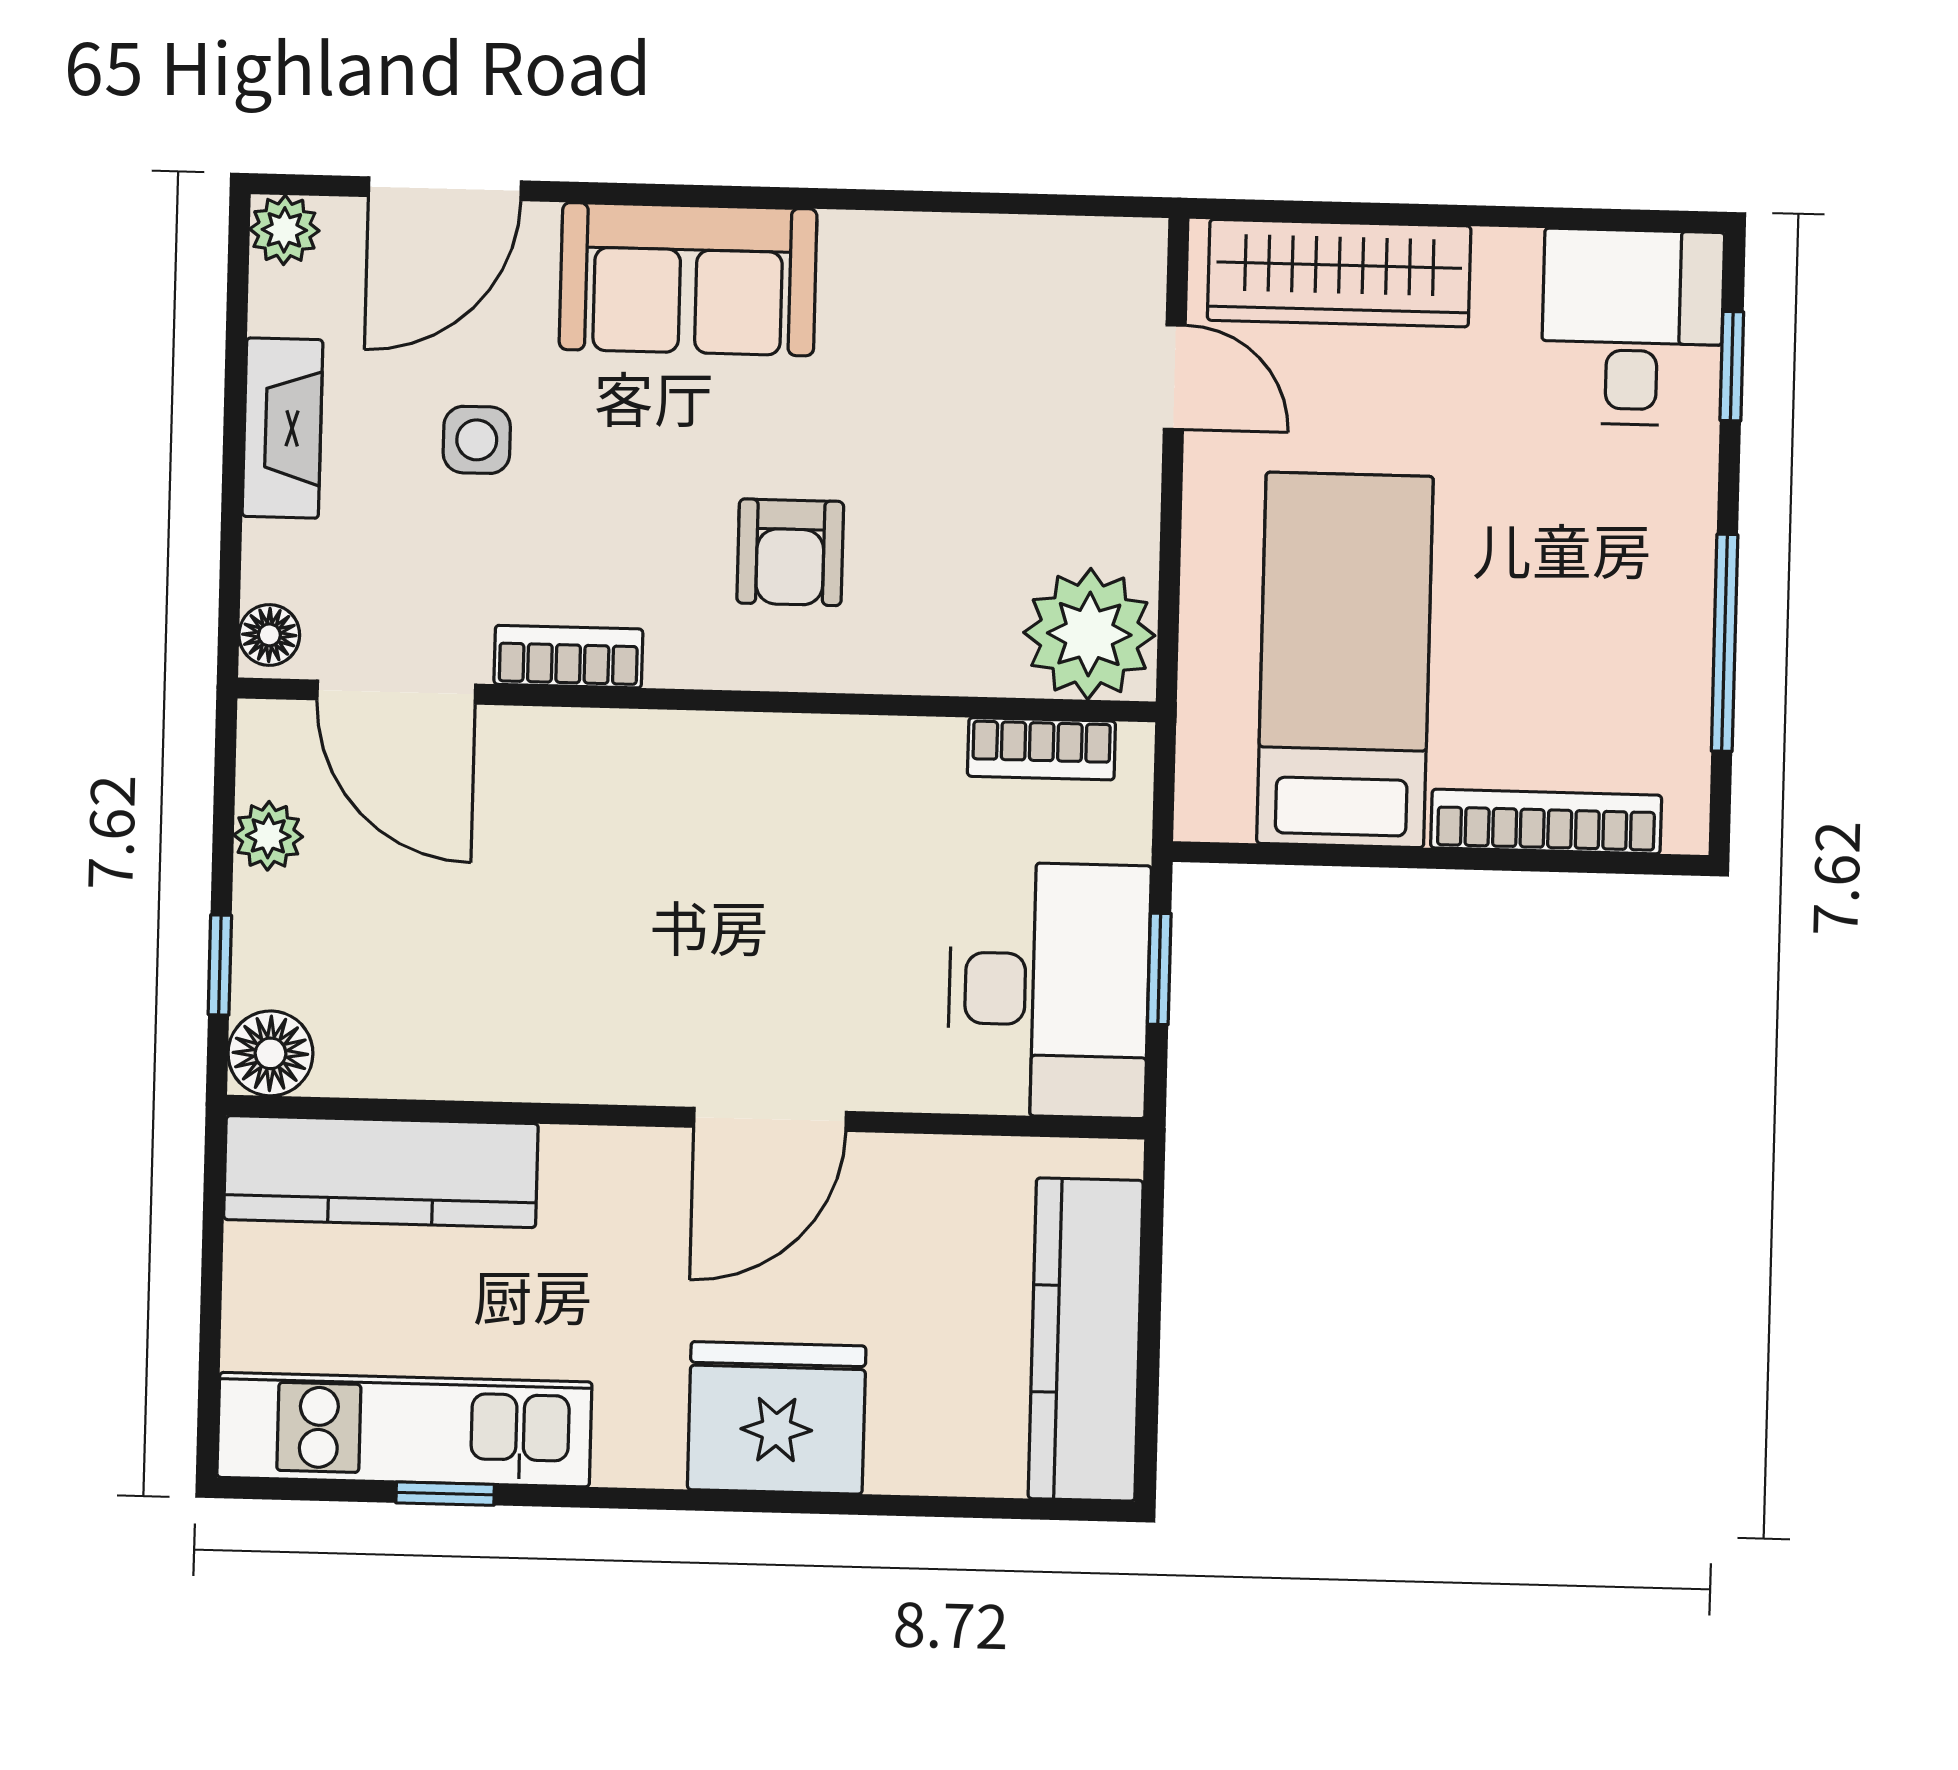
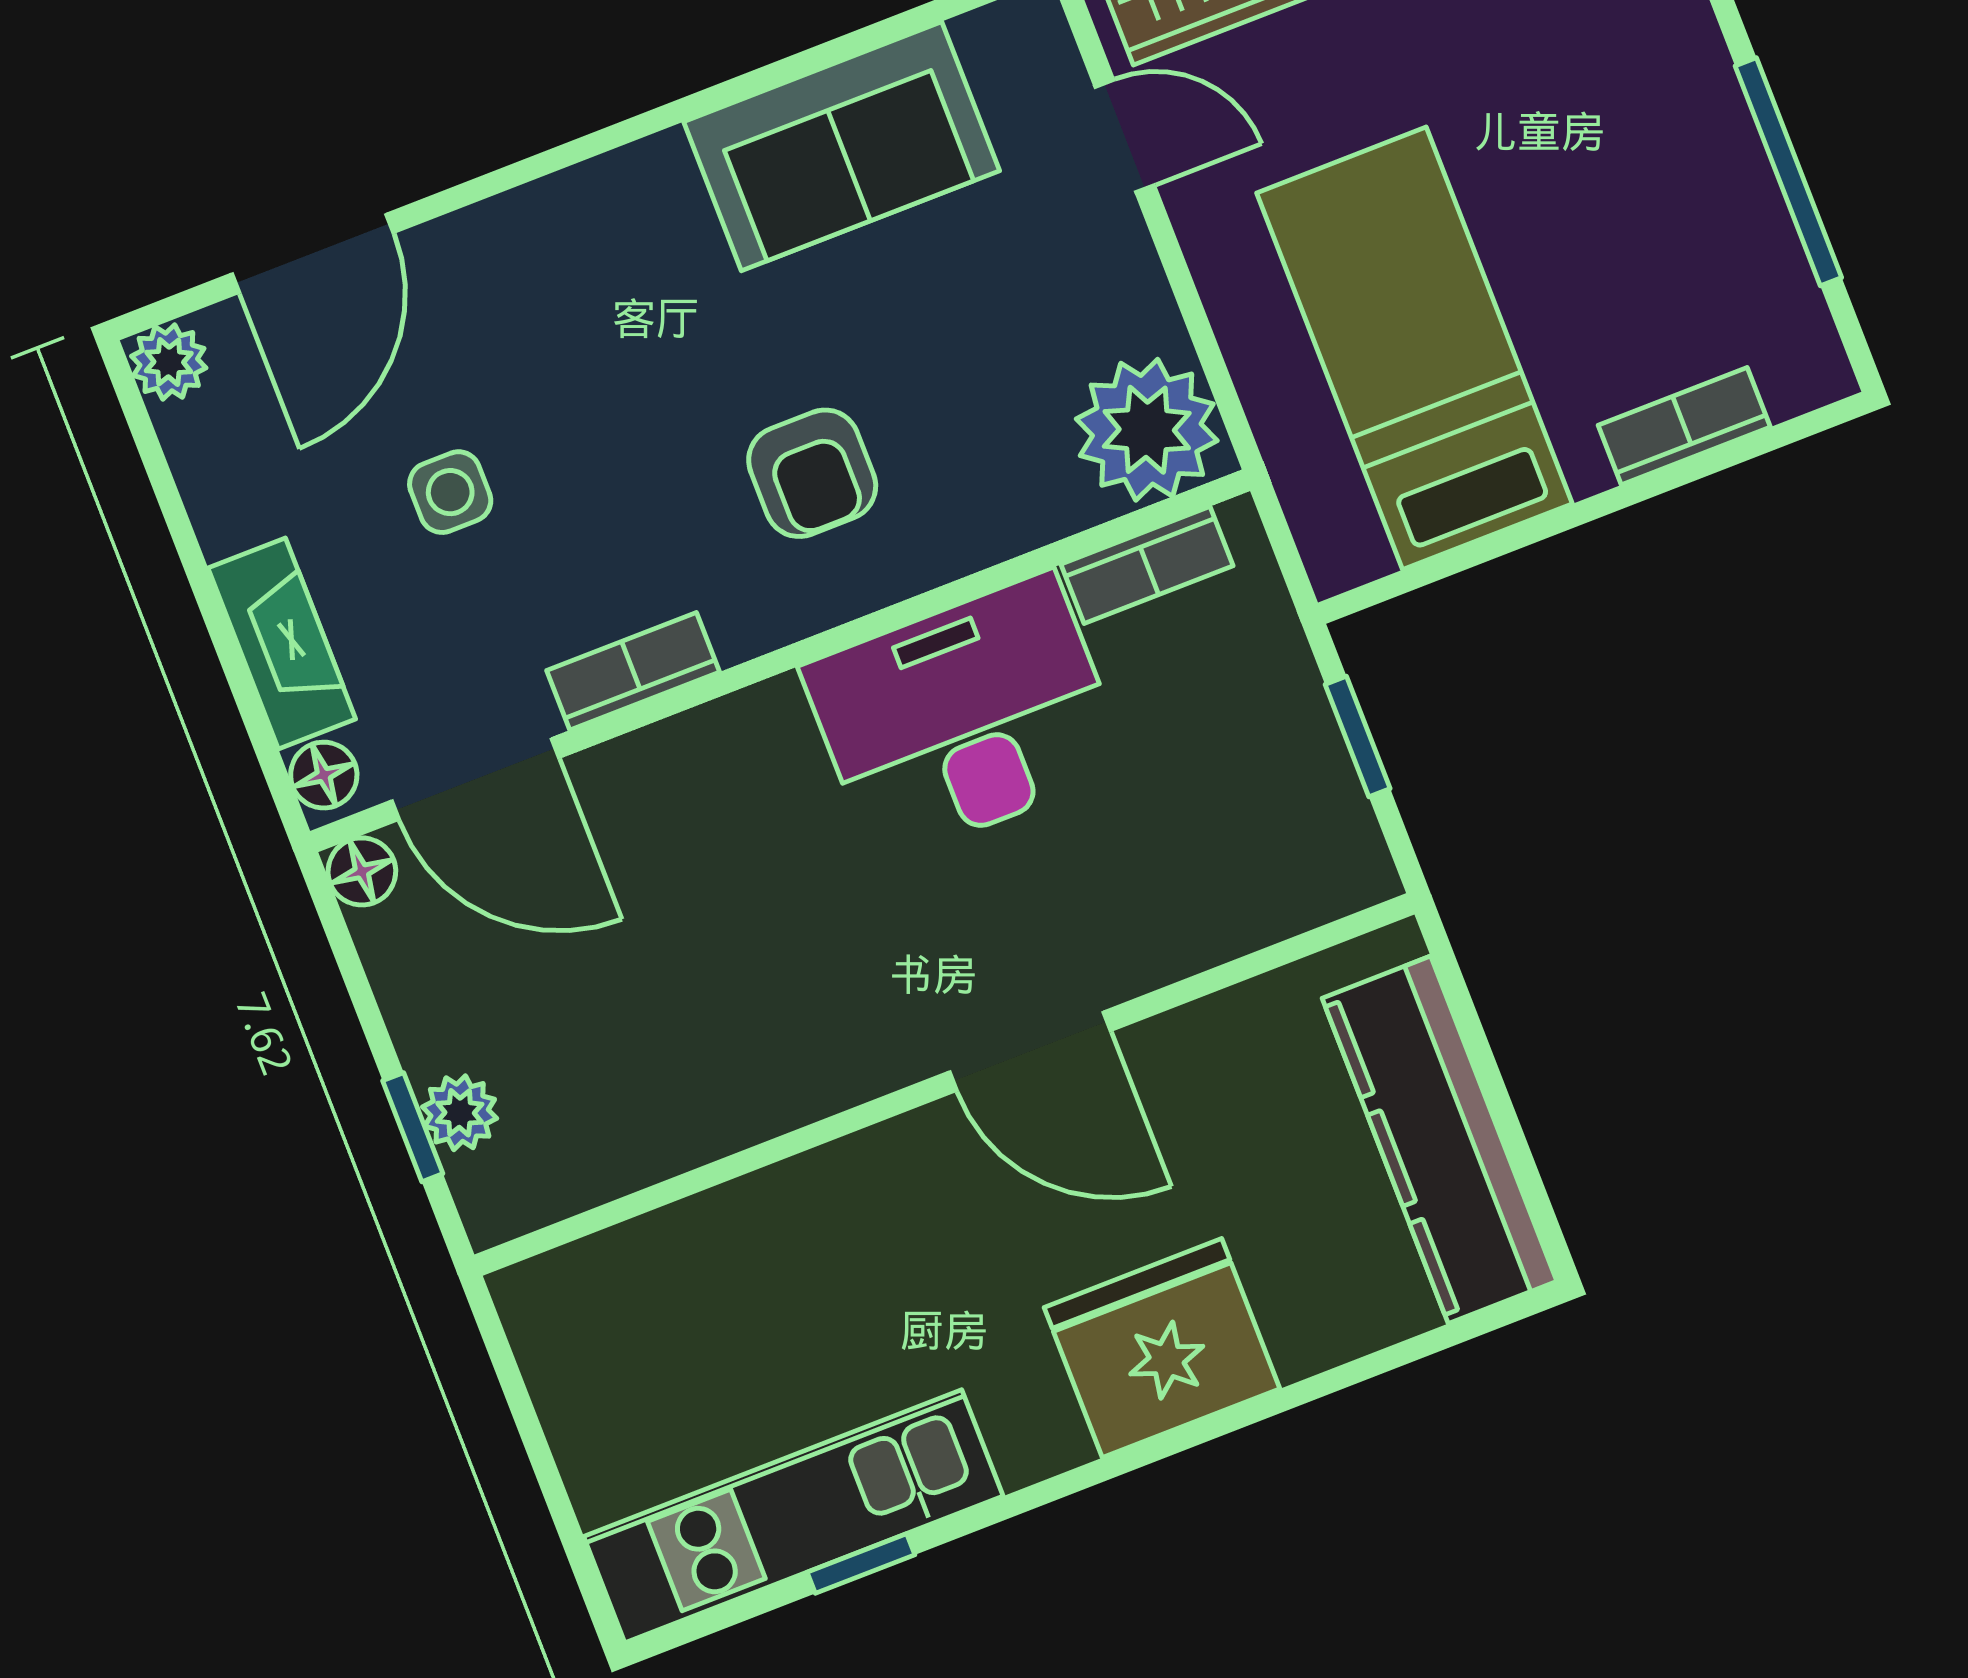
sofa: (688, 279) -> (842, 146), moved
fireplace: (283, 428) -> (282, 643), moved
bookcase: (1546, 822) -> (1684, 426), width x0.64
plant: (268, 836) -> (460, 1113), moved
desk: (1049, 990) -> (965, 717), moved, turned -90
floor lamp: (270, 1053) -> (362, 871), moved, width x0.73, depth x0.73
door: (770, 1119) -> (1030, 1051), hinge flipped
kitchen counter: (381, 1172) -> (661, 1267), removed

